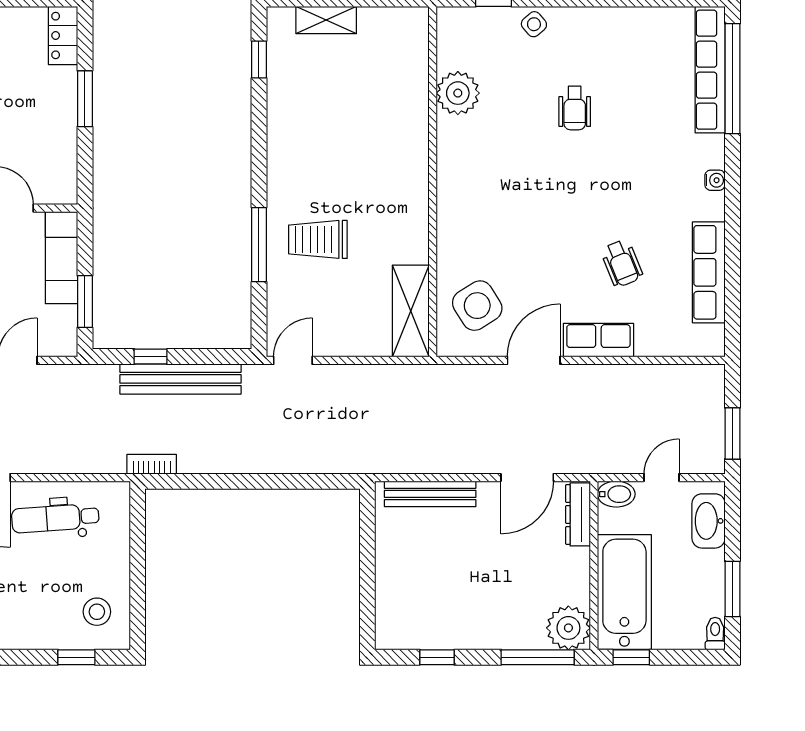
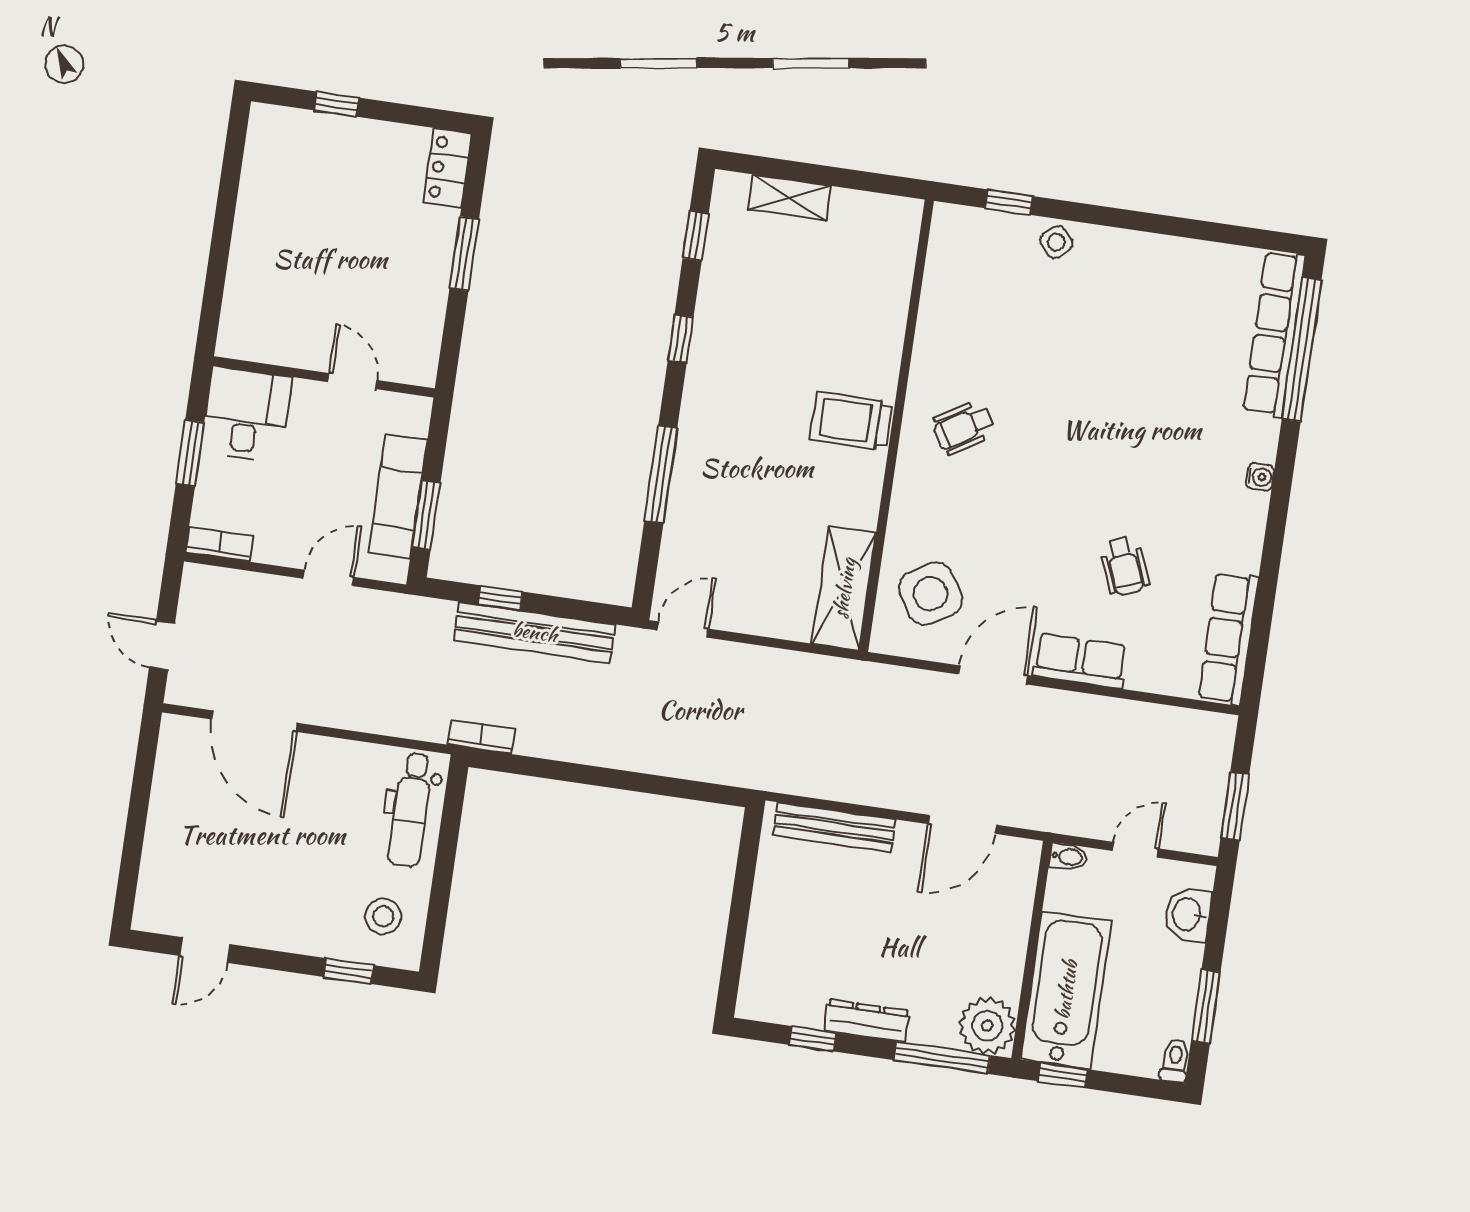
plant: (458, 93) -> (945, 316), removed
wheelchair: (575, 108) -> (963, 427), moved, turned 59
window: (259, 139) -> (681, 339), added
trolley: (318, 239) -> (851, 421), moved
exam couch: (61, 258) -> (398, 497), moved
row of seats: (709, 272) -> (1228, 638), moved
bidet: (616, 494) -> (1068, 857), width x0.72, depth x0.74
dresser: (578, 514) -> (867, 1021), moved, turned 90
dental chair: (55, 518) -> (411, 810), moved, turned -86
washbasin: (709, 521) -> (1188, 914), width x0.72

